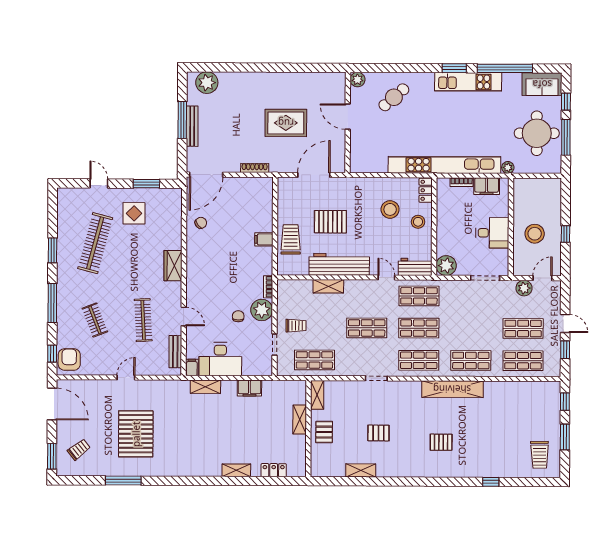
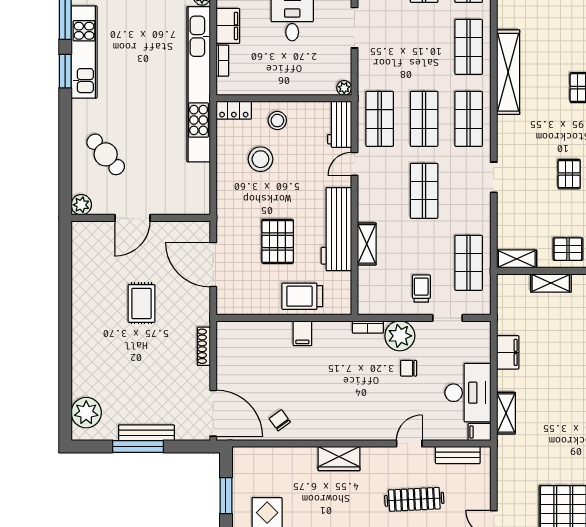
rug: (286, 123) -> (141, 303), width x0.73, depth x0.70
plant: (446, 266) -> (344, 88), width x0.53, depth x0.53

